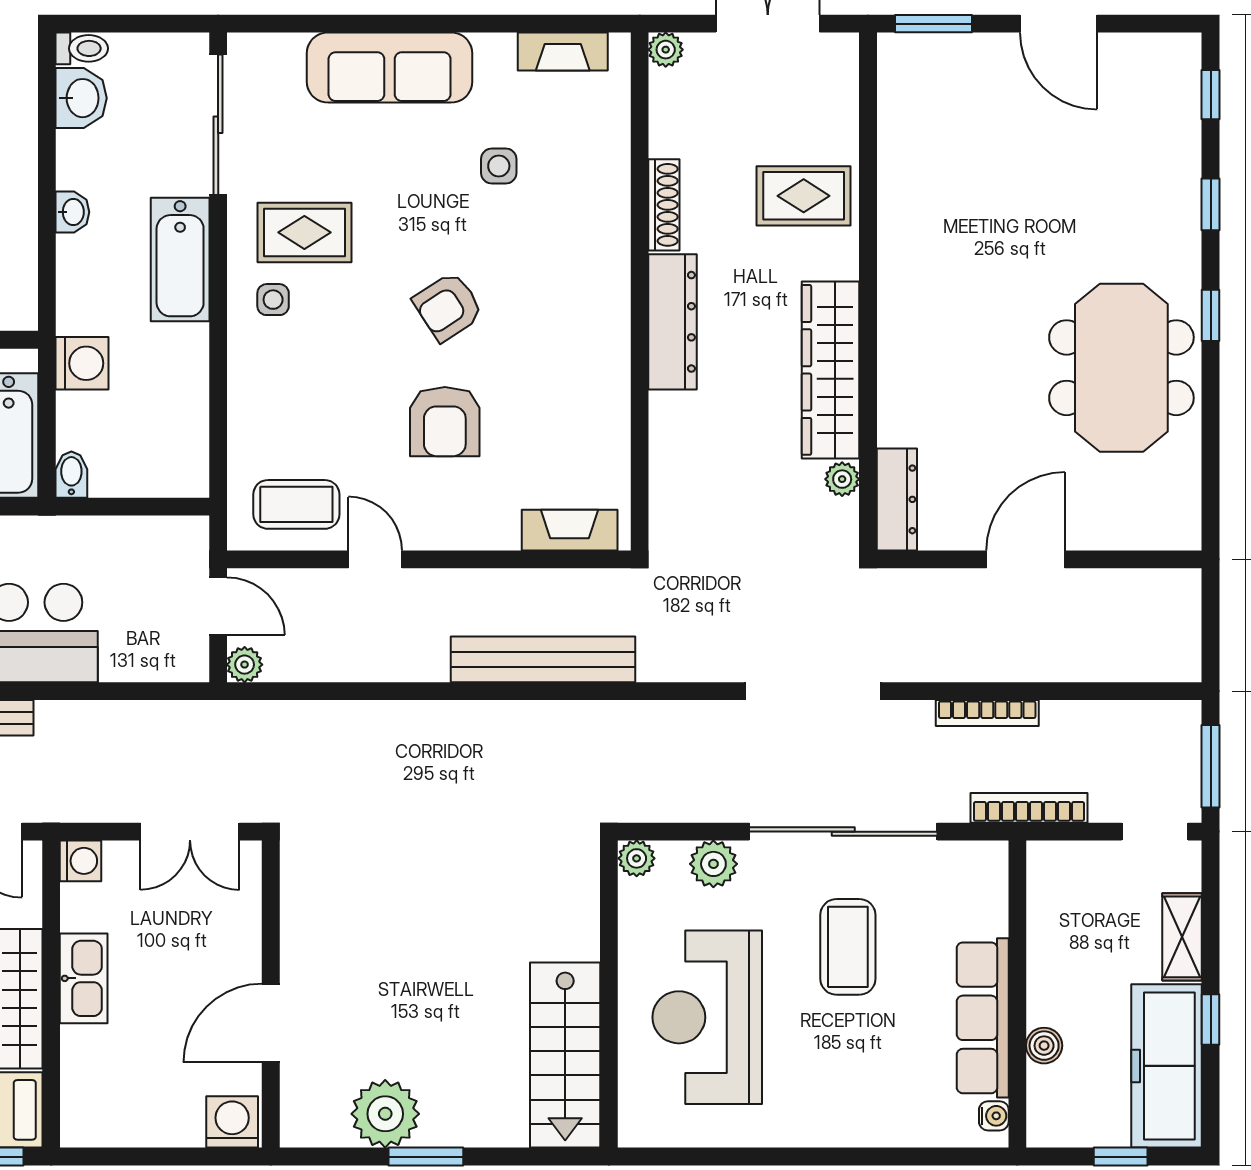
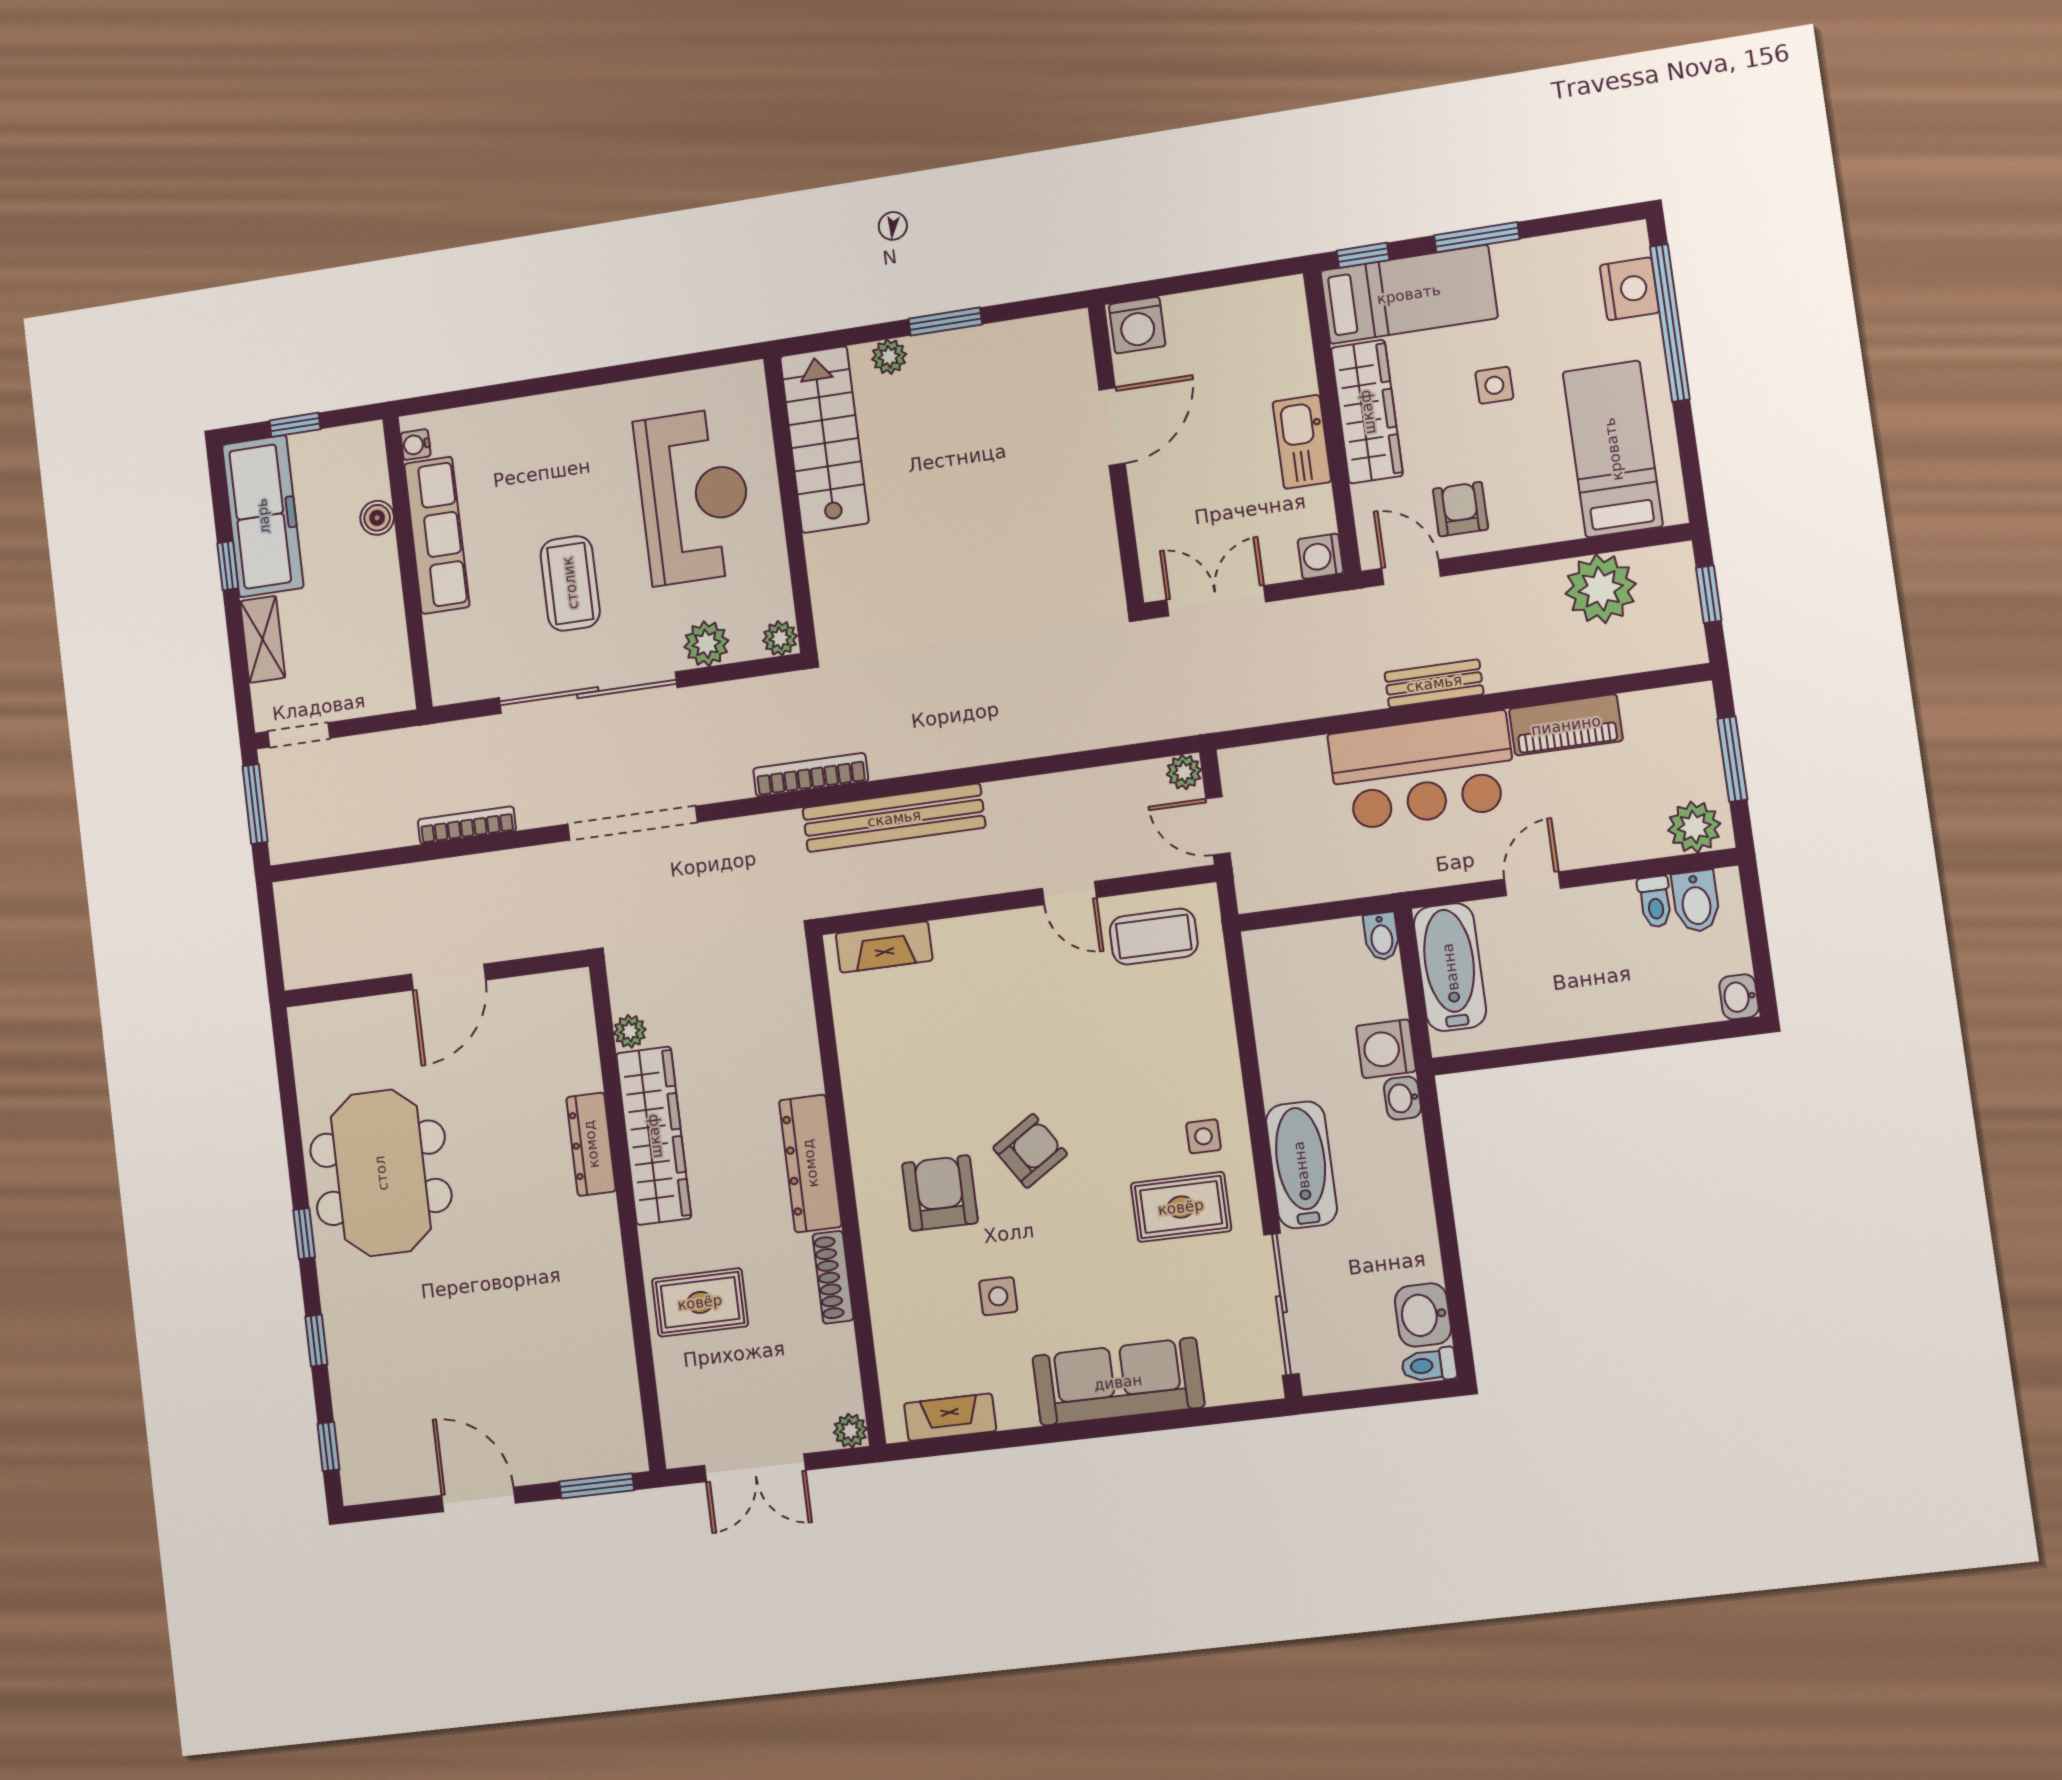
washbasin: (72, 212) -> (1402, 1098), moved
armchair: (445, 422) -> (940, 1193), moved
dresser: (897, 499) -> (591, 1144), moved
bookcase: (1029, 808) -> (811, 775), moved, turned 180
plant: (385, 1114) -> (889, 357), moved, width x0.53, depth x0.53

